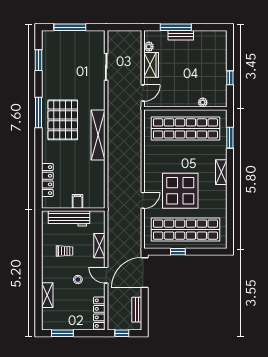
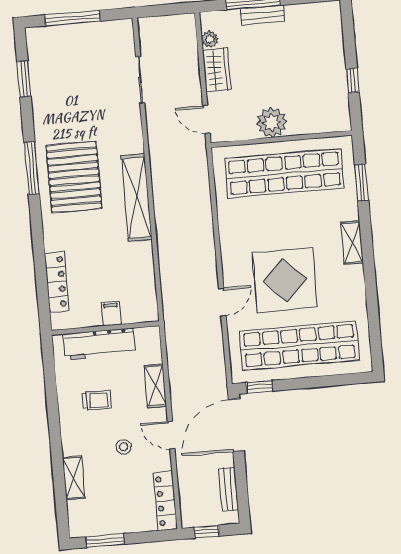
door: (143, 93) -> (206, 119), swing flipped
plant: (203, 102) -> (272, 123), moved, width x1.87, depth x1.87
window: (178, 252) -> (260, 387), moved

